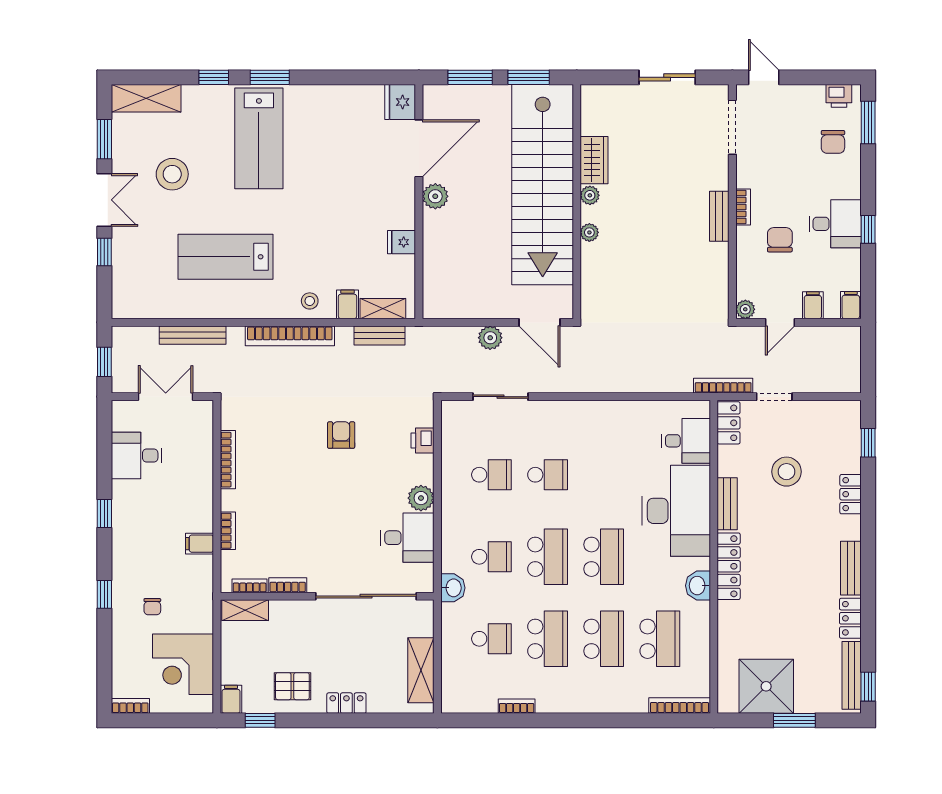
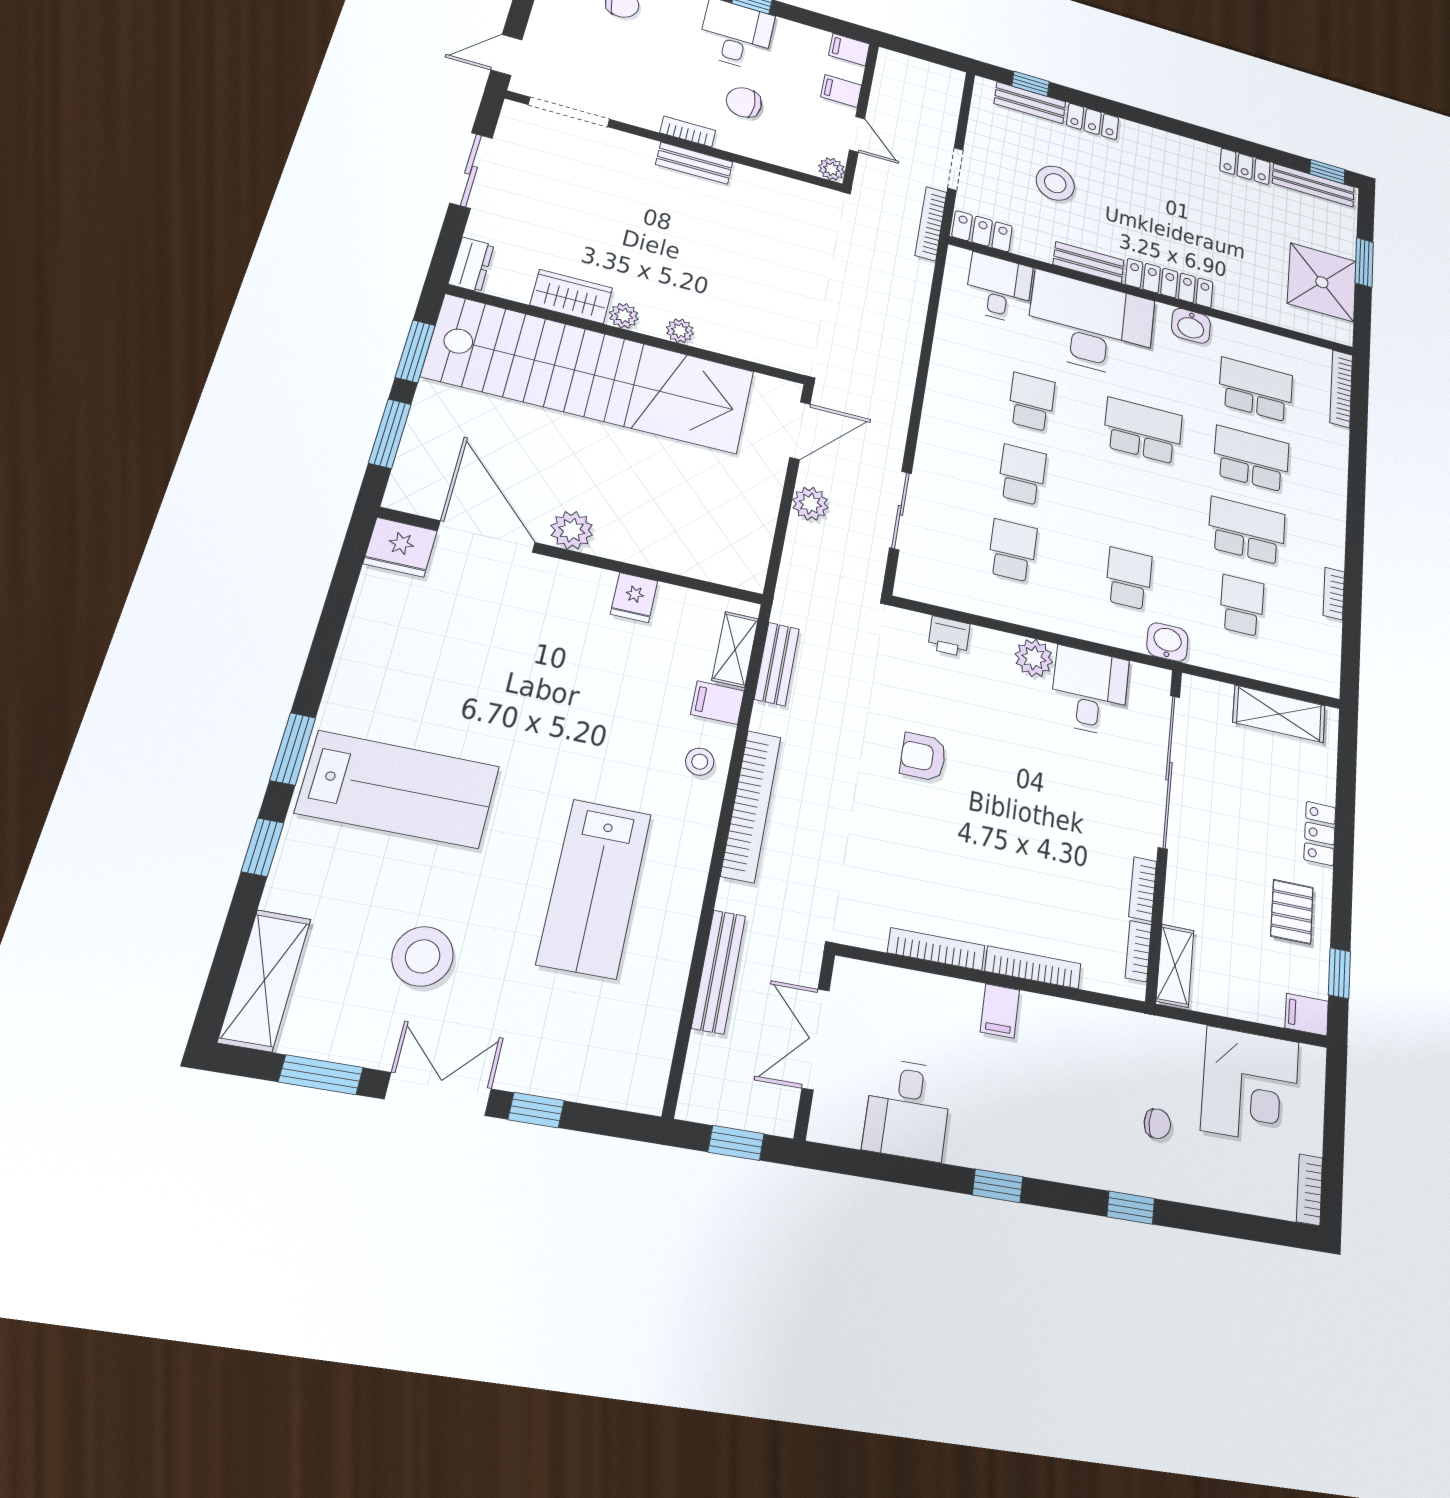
dresser: (598, 95) -> (471, 264), added
bookcase: (228, 531) -> (1033, 967), width x1.56
filing cabinet: (199, 544) -> (1000, 1011), moved
school desk: (548, 557) -> (1031, 402), moved, width x0.54
bench: (851, 568) -> (1030, 103), moved

